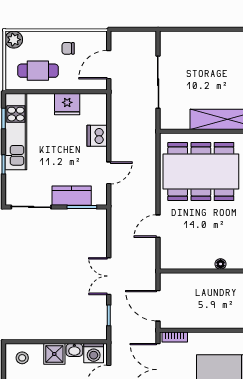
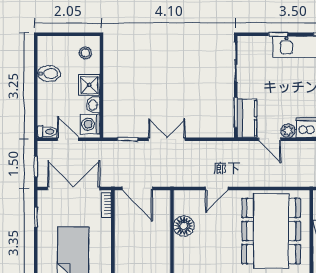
plant: (100, 155) -> (288, 131), added
kitchen counter: (72, 196) -> (247, 118), moved
door: (158, 226) -> (217, 188), swing flipped
floor lamp: (221, 264) -> (184, 226), moved, width x1.89, depth x1.89
door: (158, 306) -> (137, 188), swing flipped

